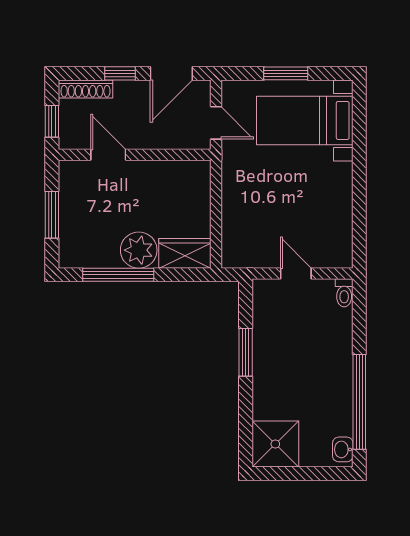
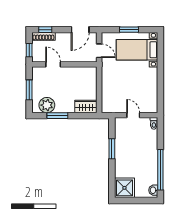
window: (120, 73) -> (45, 30), moved
plant: (139, 250) -> (47, 105), moved
window: (118, 275) -> (57, 116), width x0.69

